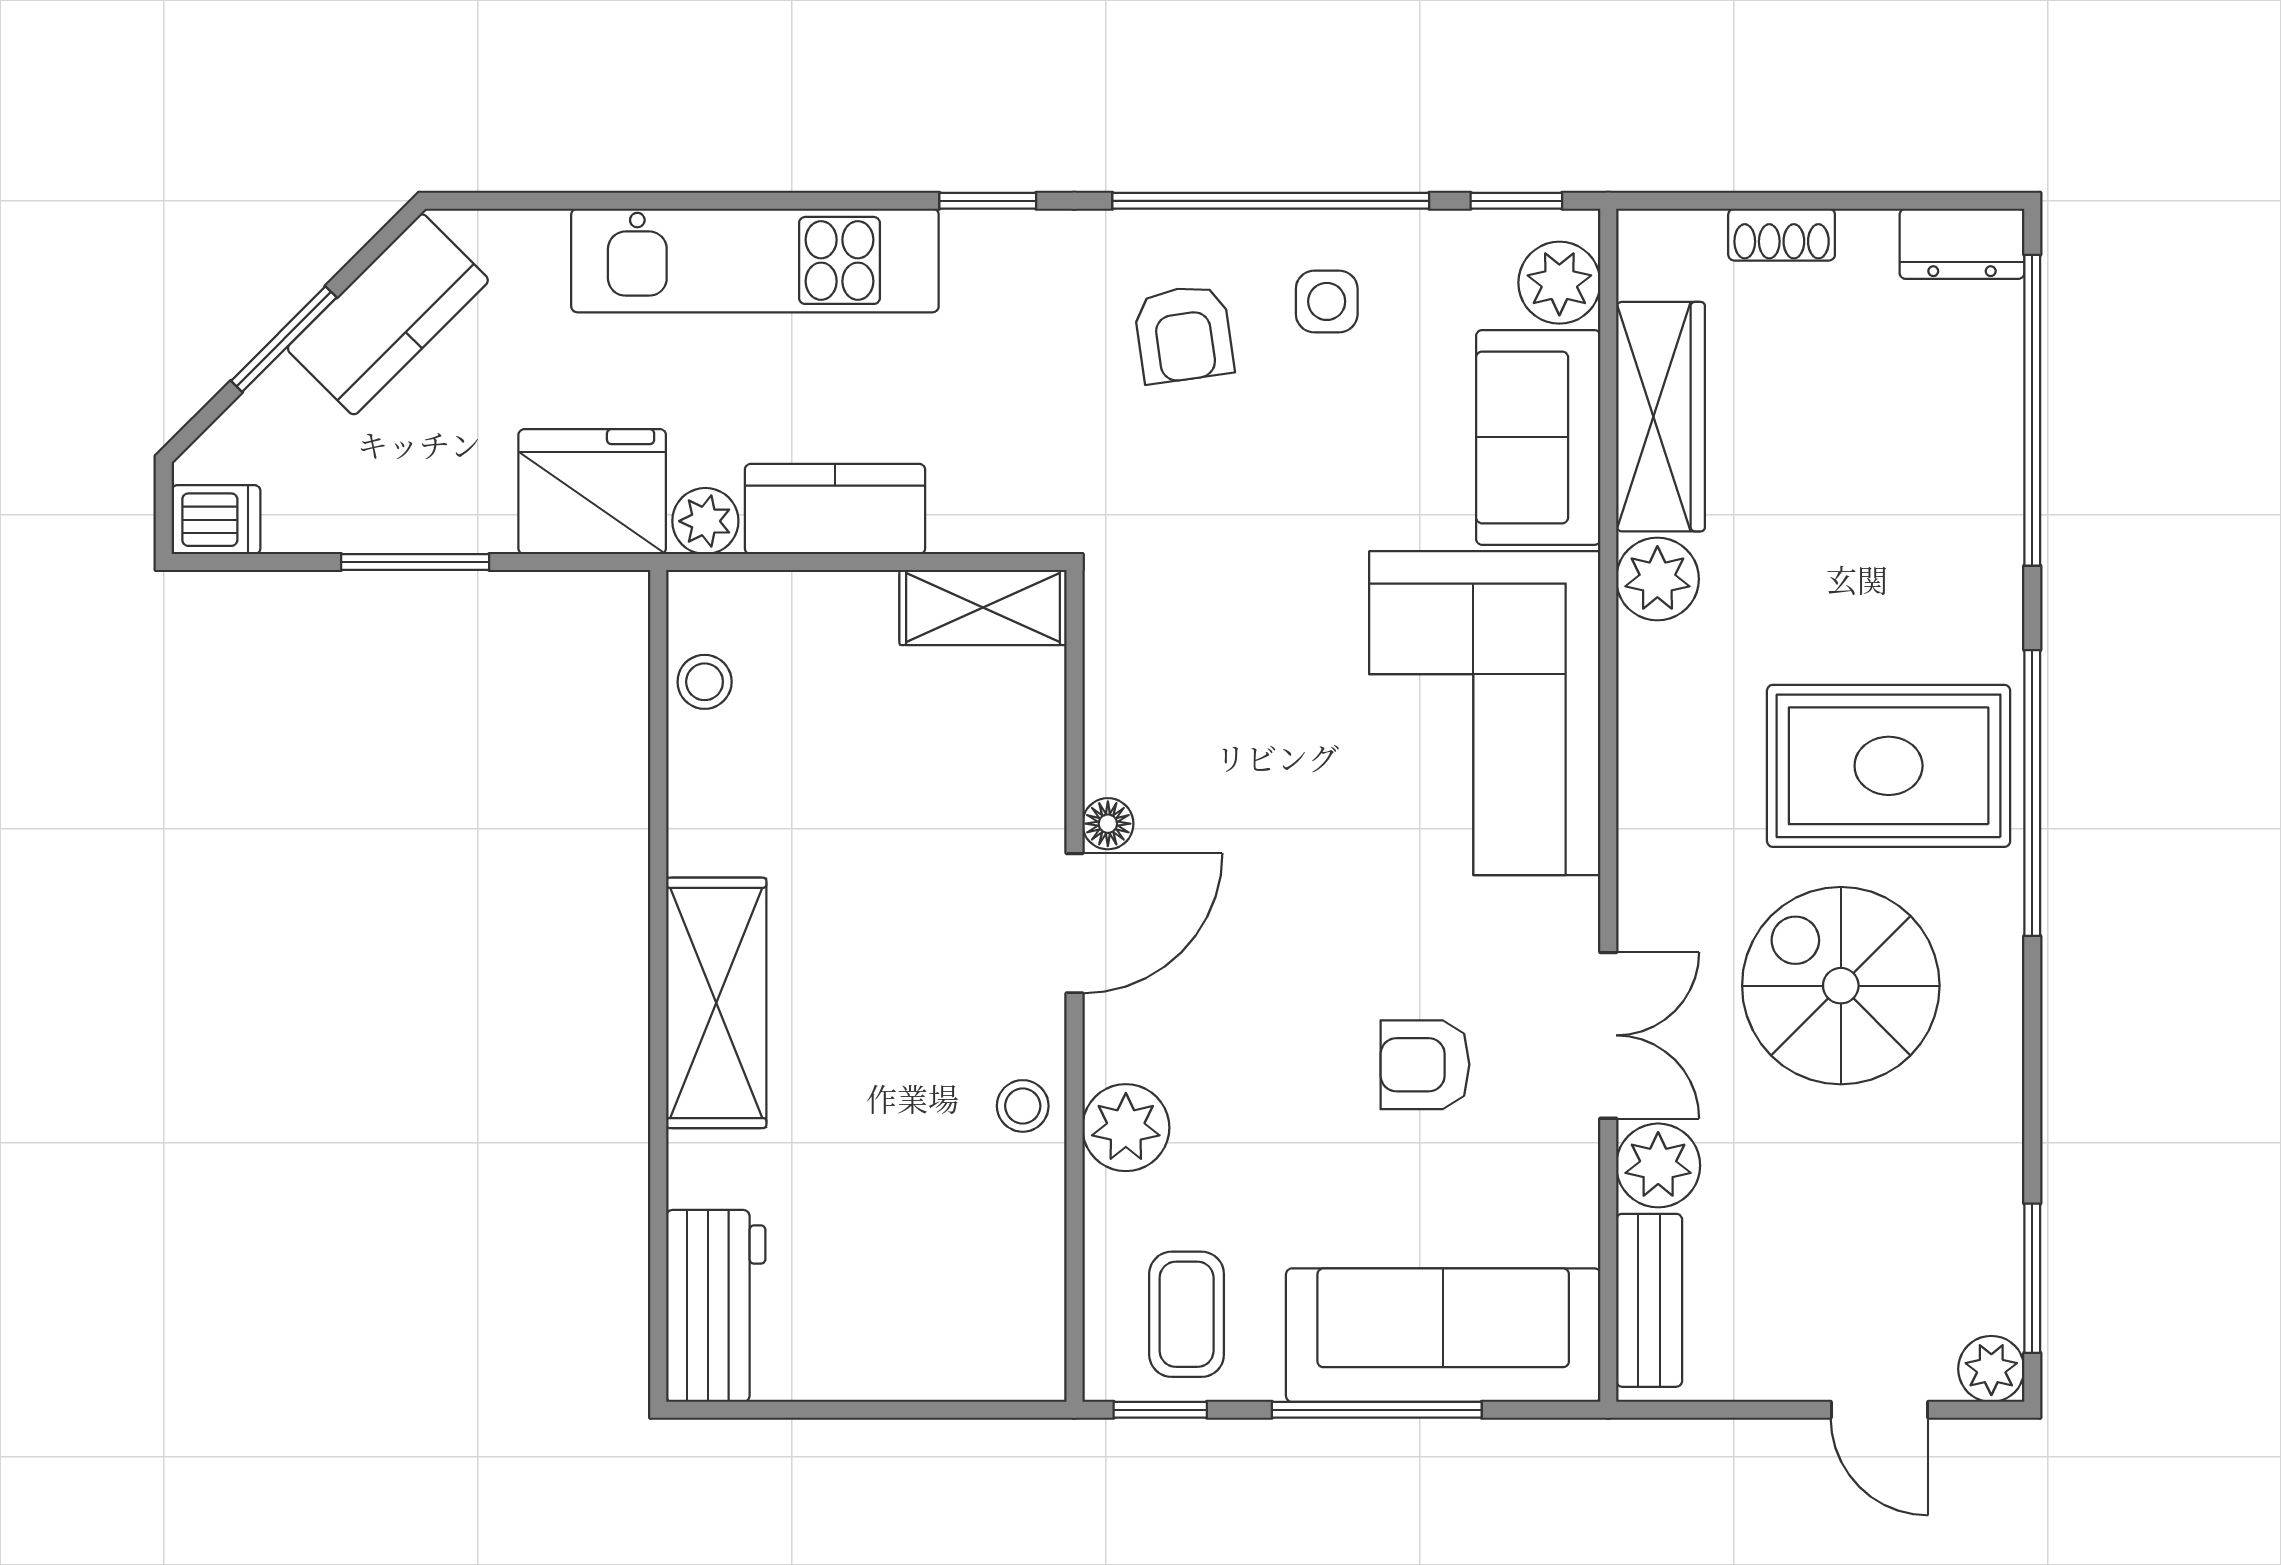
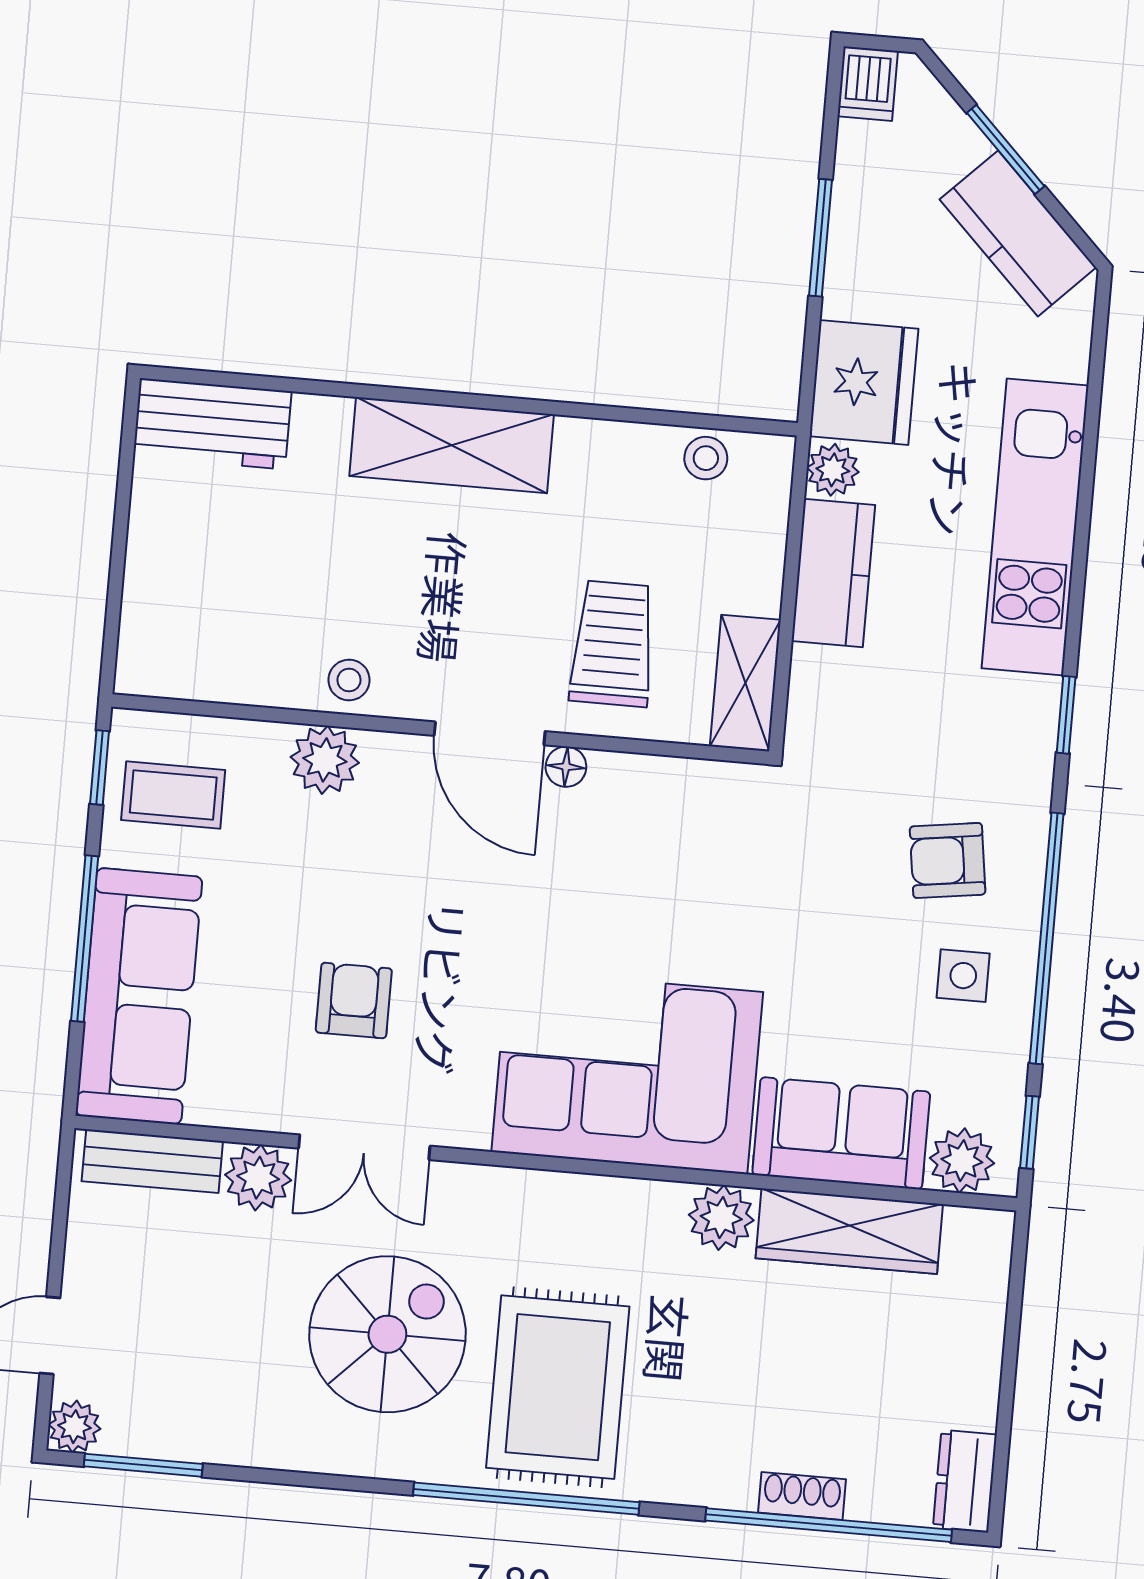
shoe rack: (1782, 235) -> (802, 1496), moved, turned 90
trolley: (948, 778) -> (613, 644), added

